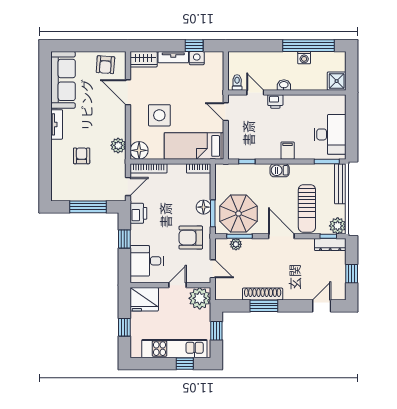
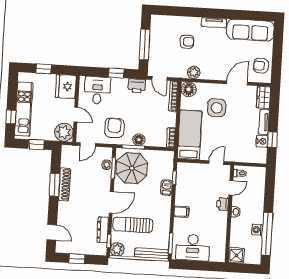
barbecue: (280, 170) -> (167, 187), moved
dresser: (330, 245) -> (103, 230), moved

